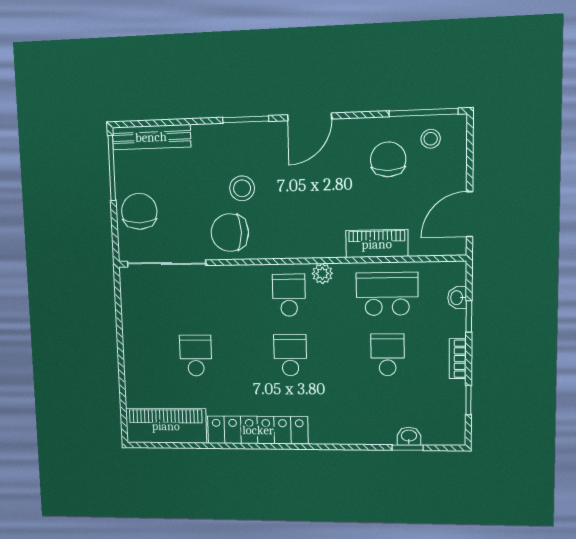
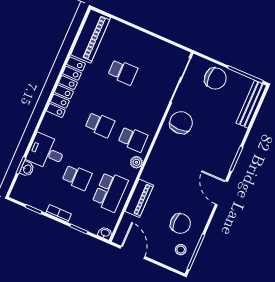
stool: (242, 188) -> (201, 140), removed
washbasin: (457, 298) -> (105, 233), moved
desk: (369, 418) -> (46, 152), added

